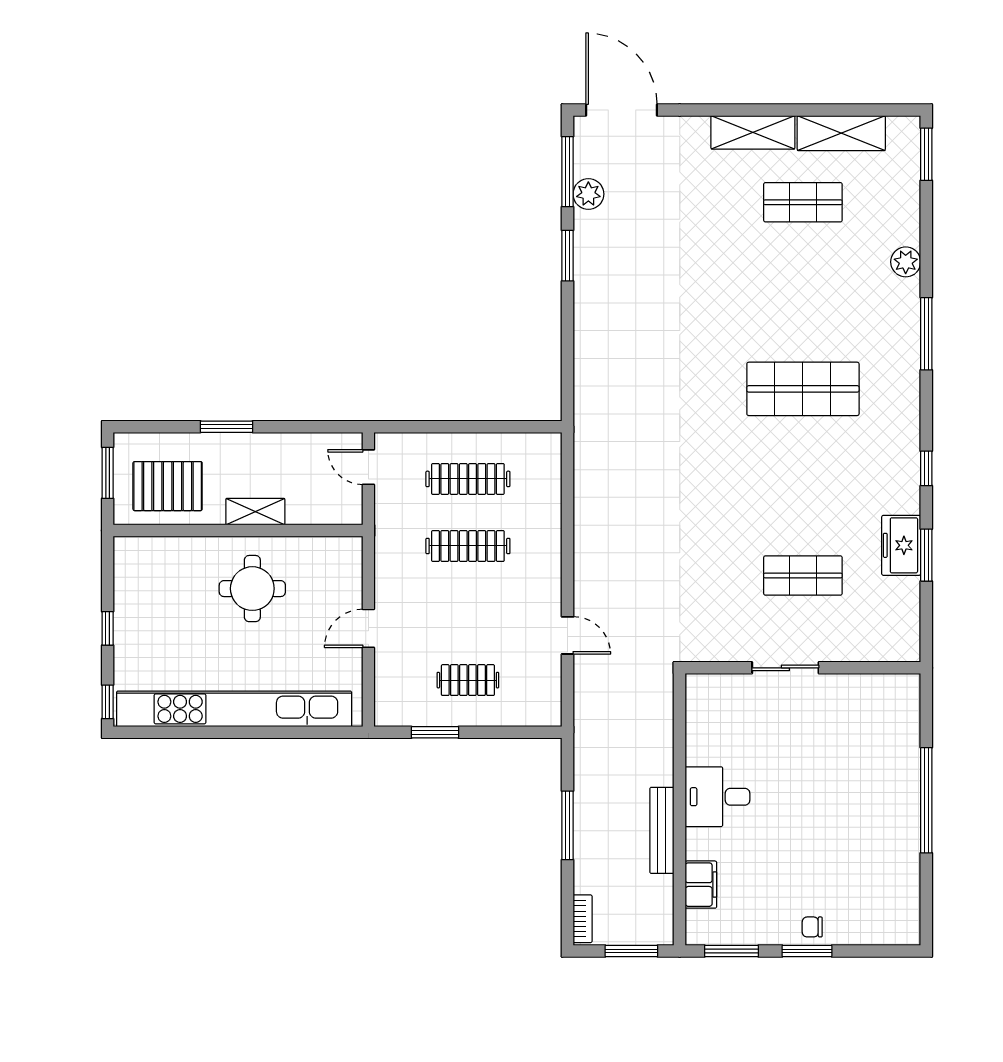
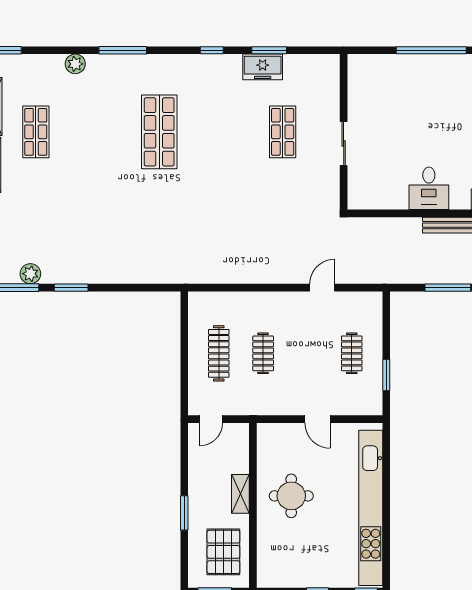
clothes rail: (468, 546) -> (263, 353), width x0.73

